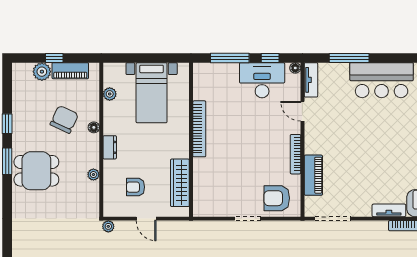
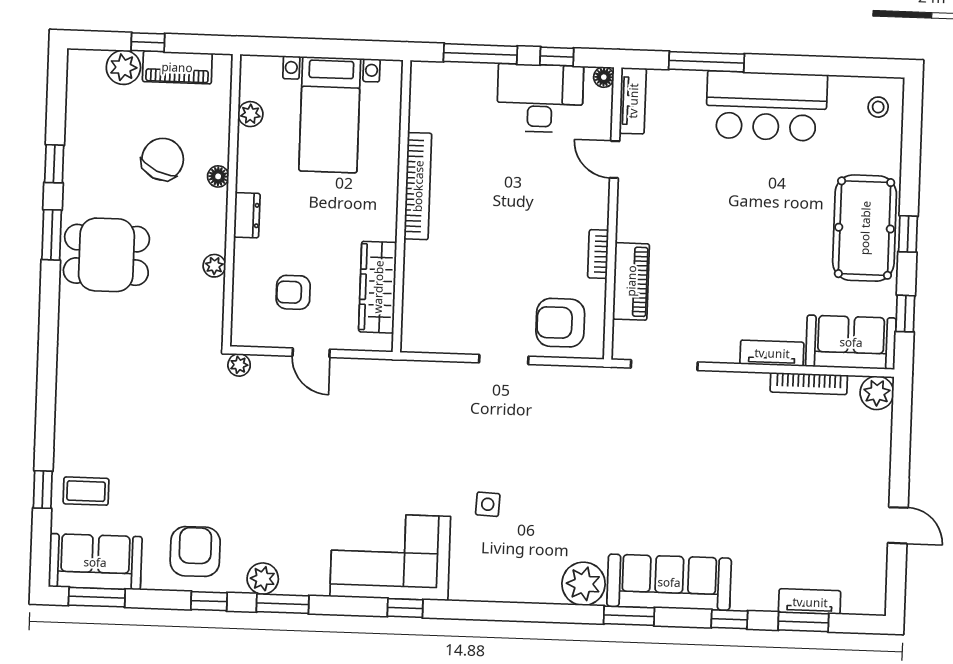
bookcase: (296, 154) -> (598, 254), width x0.64

